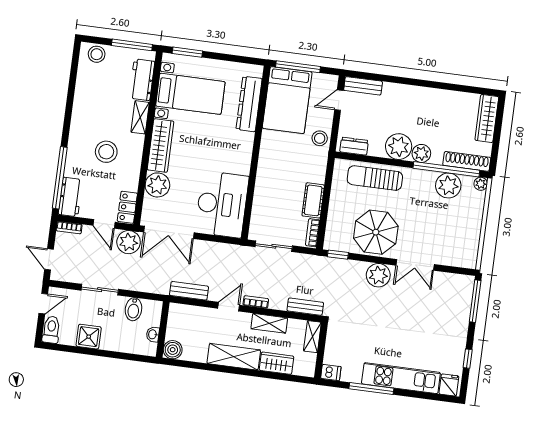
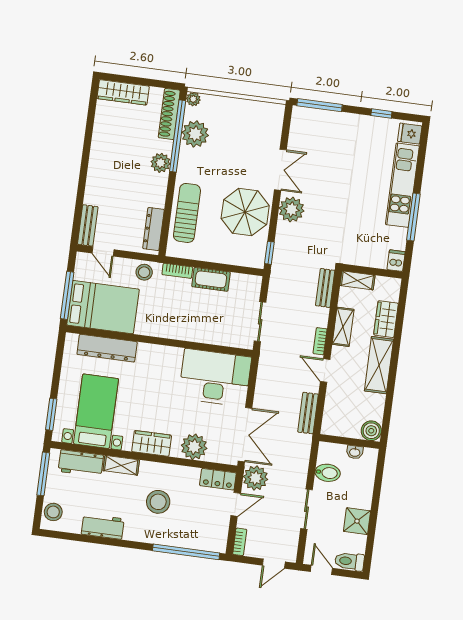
wardrobe: (161, 146) -> (152, 443), width x0.67
dresser: (354, 146) -> (153, 229), width x1.44
plant: (399, 147) -> (153, 187), removed
sun lounger: (375, 178) -> (187, 213), turned 180
workbench: (70, 197) -> (103, 527), moved
bookcase: (313, 233) -> (177, 271), moved

